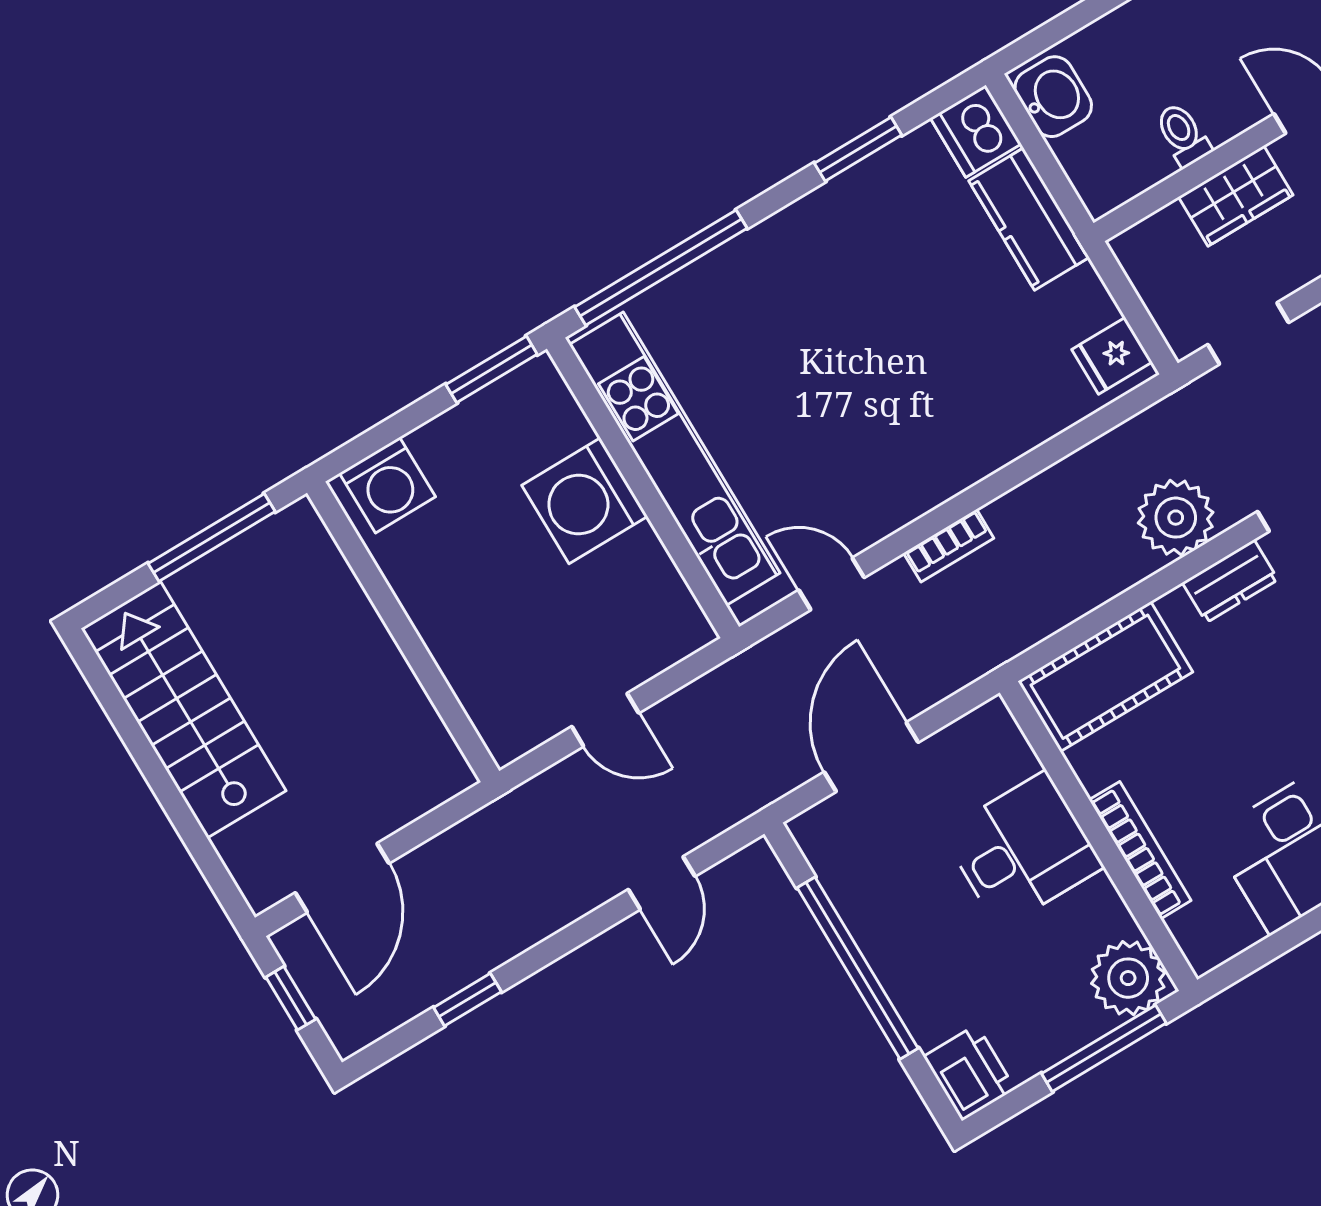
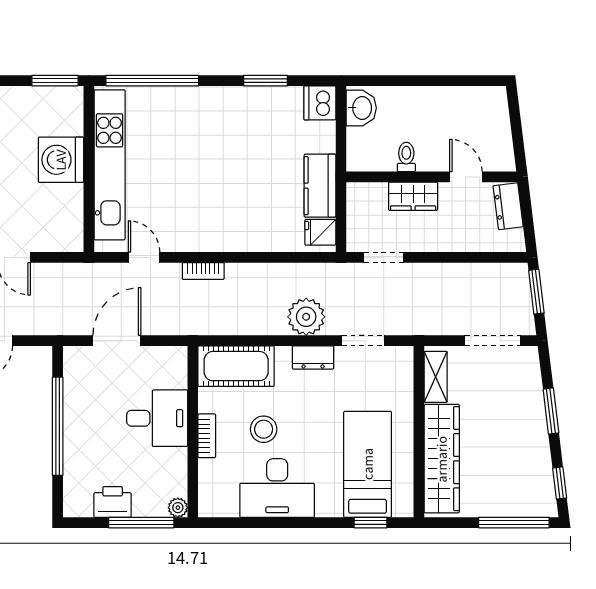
kitchen counter: (1029, 219) -> (320, 186), moved
stool: (1219, 758) -> (264, 429), added
bookcase: (1140, 850) -> (207, 436), width x0.64
plant: (1128, 978) -> (178, 508), width x0.53, depth x0.53
printer: (969, 1073) -> (113, 502), moved, turned -90

